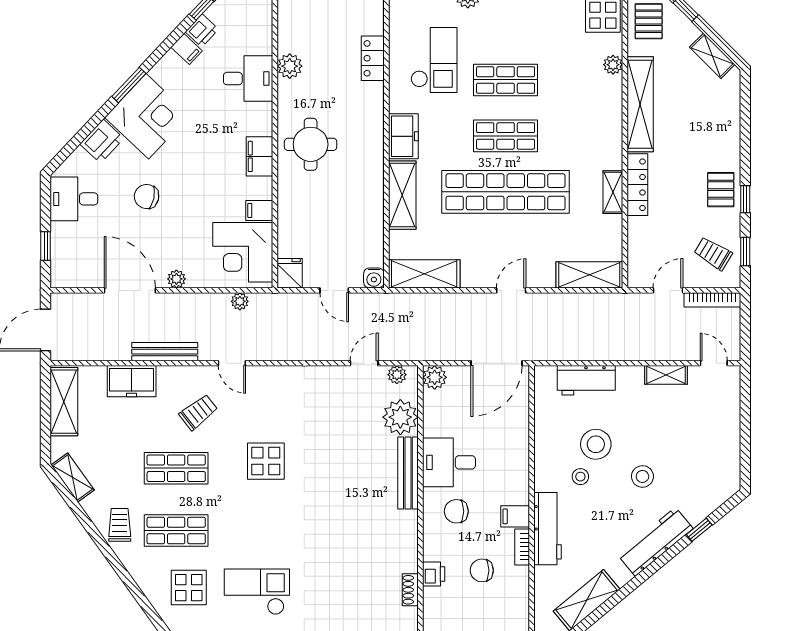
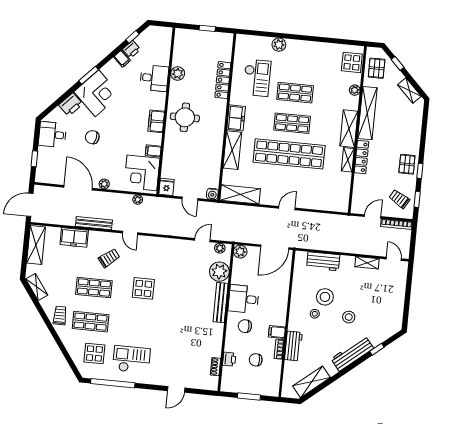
locker: (373, 58) -> (223, 80), width x1.53
shelving: (589, 275) -> (349, 129), moved, turned 90
workbench: (548, 529) -> (293, 346), width x0.73

